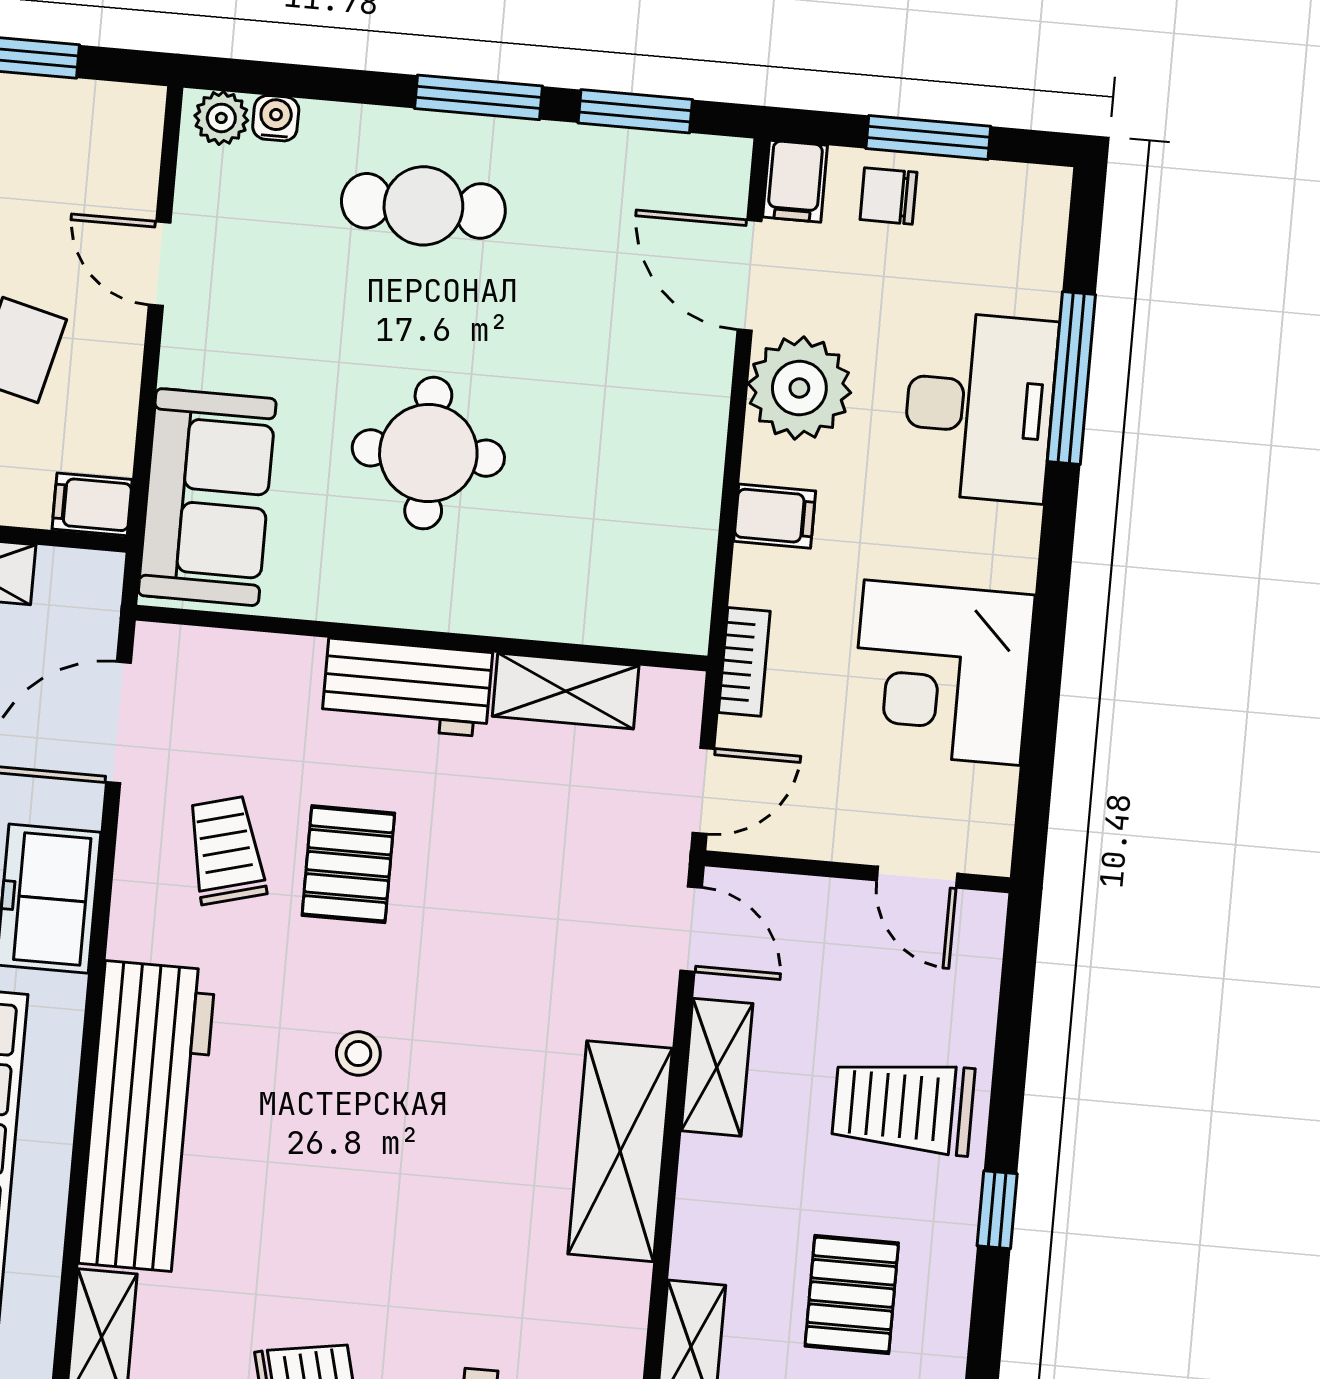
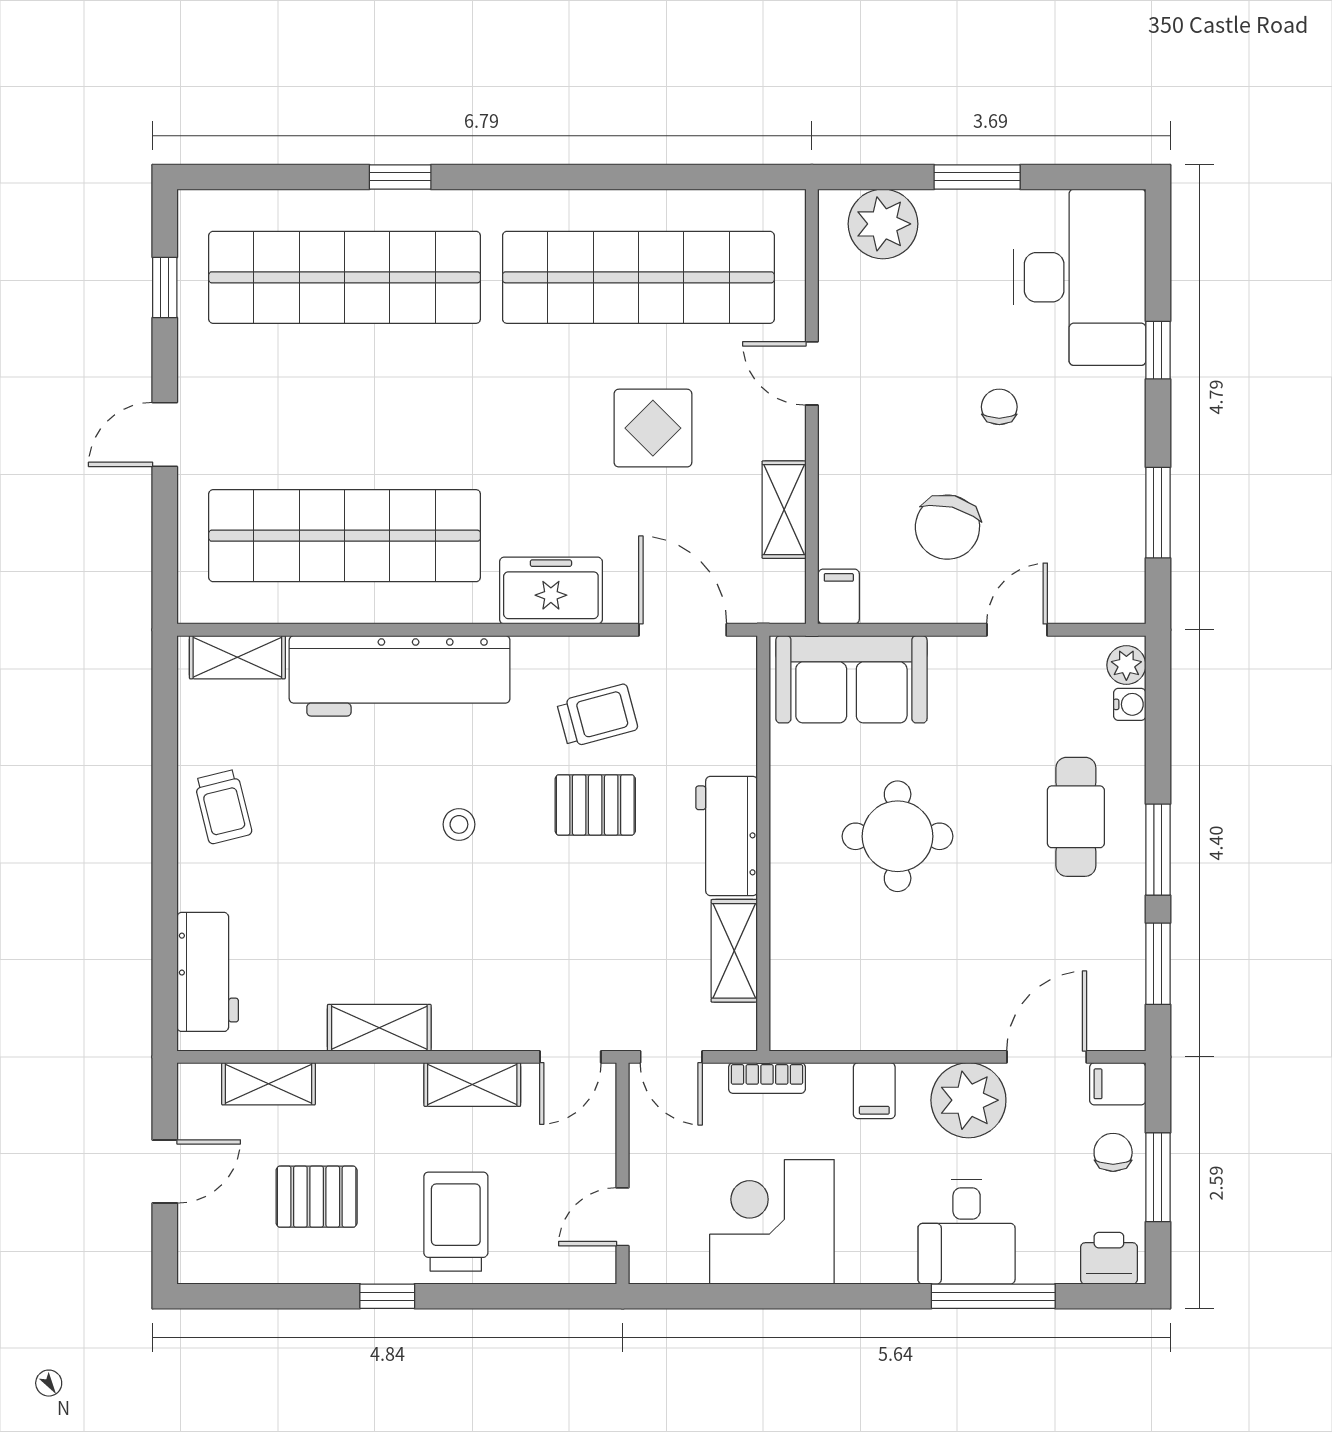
printer: (1033, 215) -> (1109, 1258), added
desk: (980, 407) -> (967, 1232), width x0.73
shelving: (620, 1151) -> (379, 1028), width x0.67, depth x0.75

